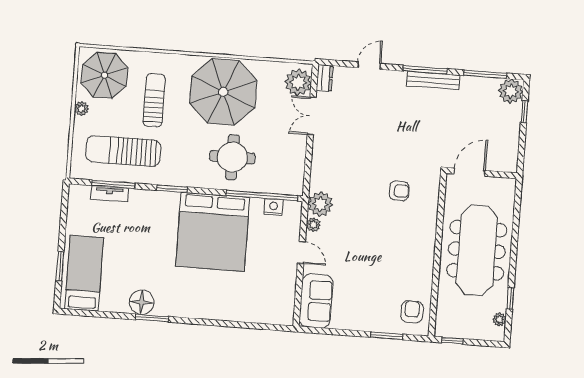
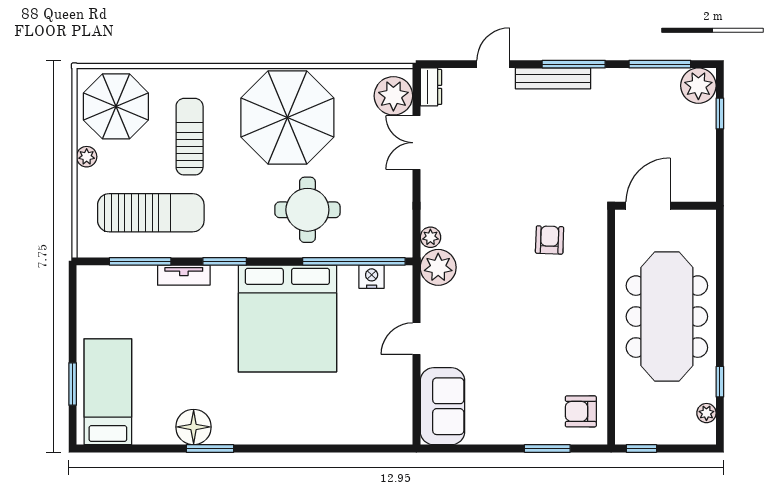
bench: (433, 80) -> (553, 78), moved
sun lounger: (123, 151) -> (151, 213), turned 180
armchair: (399, 191) -> (550, 240), turned -88
tv unit: (109, 194) -> (184, 275), moved
plant: (313, 225) -> (430, 237), moved
door: (301, 252) -> (416, 339), swing flipped
armchair: (412, 312) -> (581, 411), turned -90

